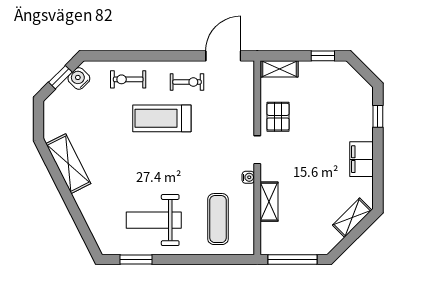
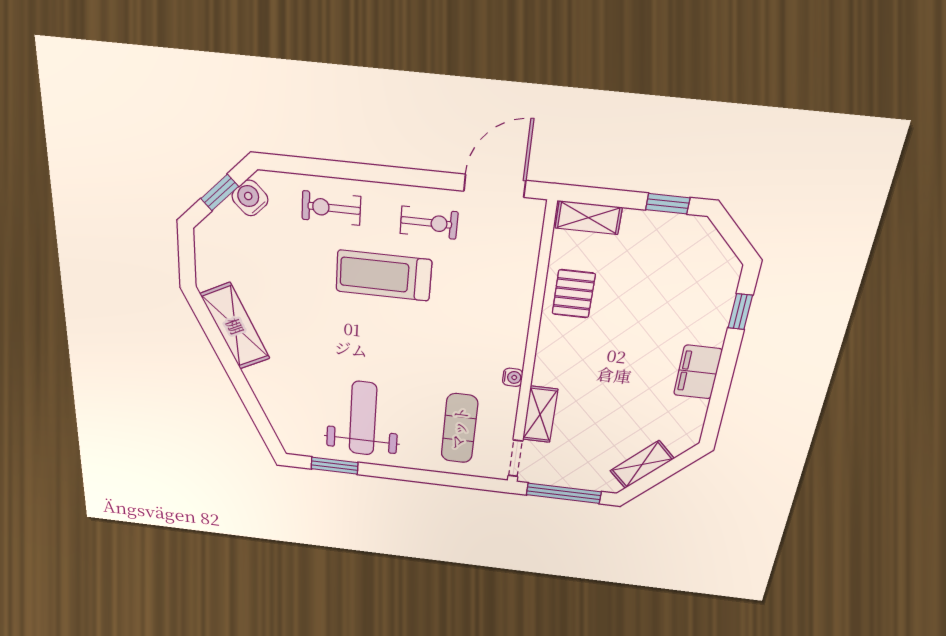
doorway: (257, 150) -> (515, 458), moved
shelving: (352, 218) -> (642, 465), moved
weight bench: (154, 220) -> (363, 418), turned 90

